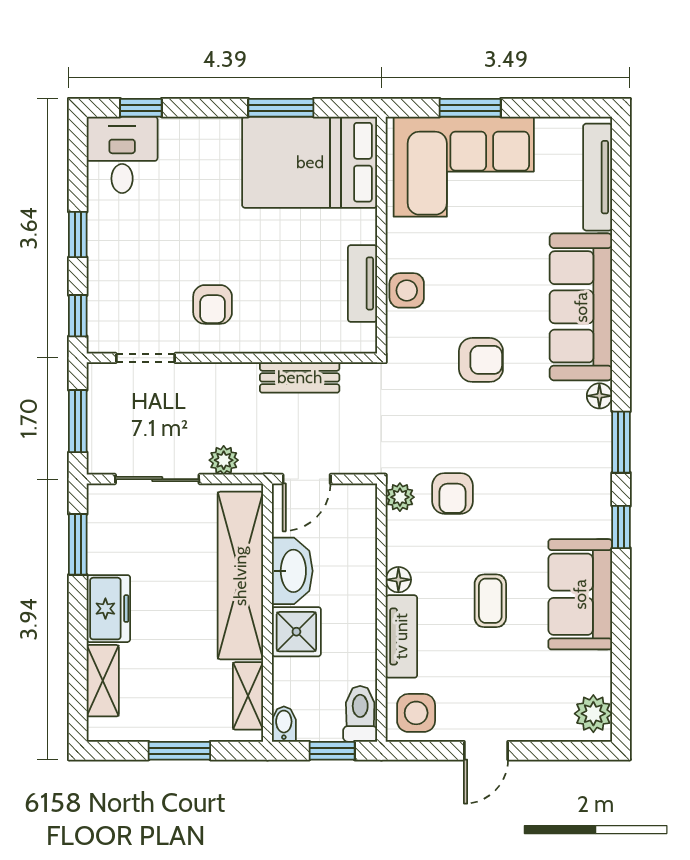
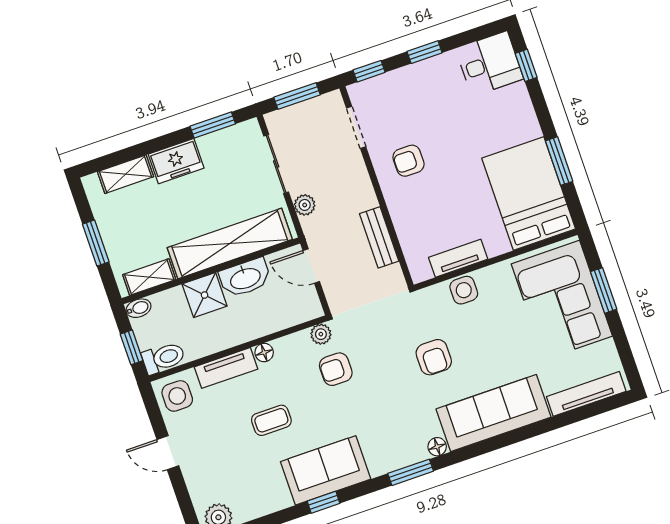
window: (621, 527) -> (324, 502), moved
sofa: (580, 594) -> (326, 470), moved

